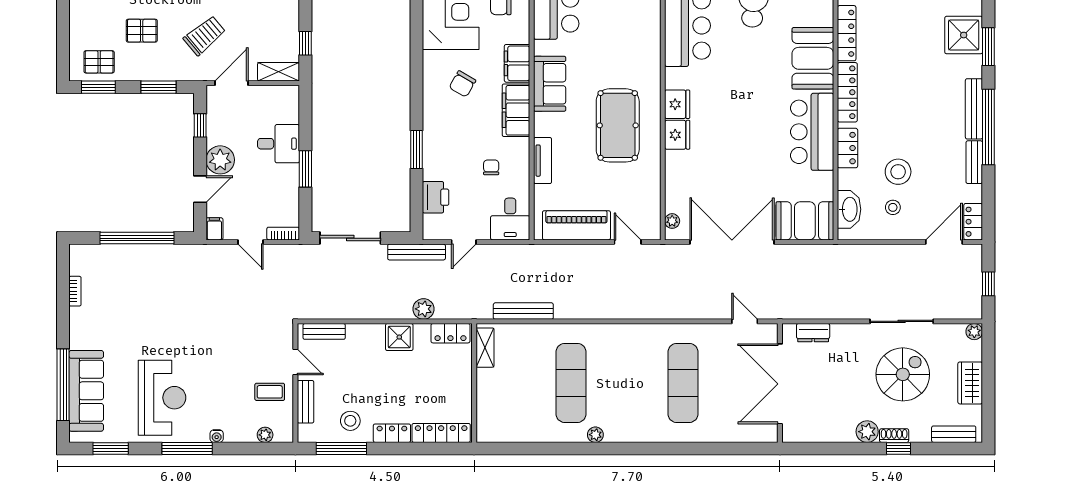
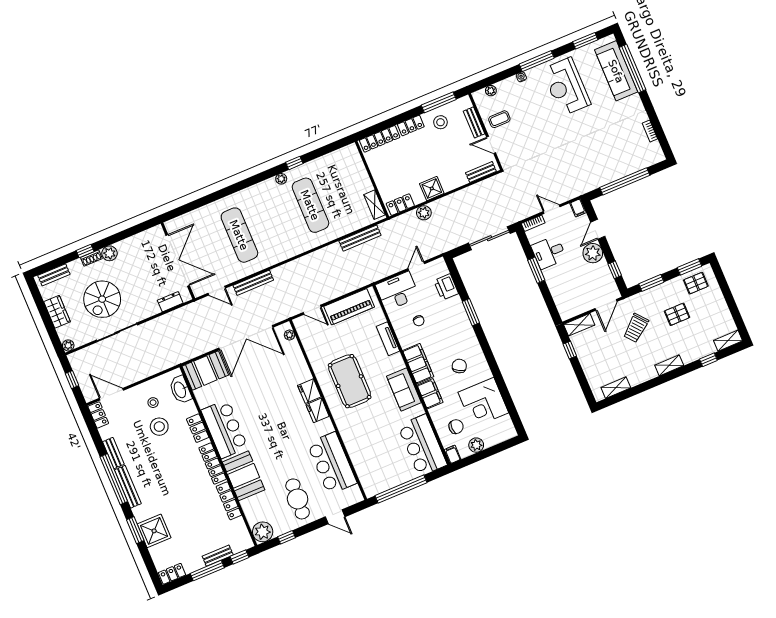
desk: (279, 144) -> (549, 252), moved
desk: (510, 219) -> (397, 291), width x1.37
door: (944, 242) -> (111, 394), swing flipped
bench: (417, 252) -> (253, 283), moved
window: (569, 449) -> (294, 163), added

